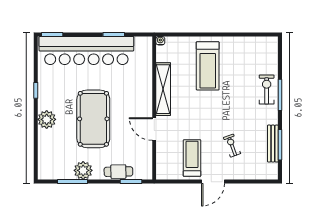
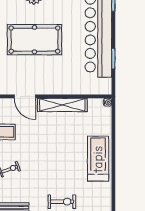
treadmill: (208, 66) -> (98, 159), moved, turned 90
door: (154, 129) -> (25, 96), swing flipped

